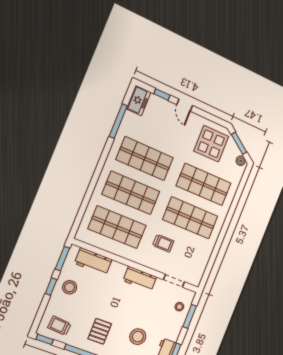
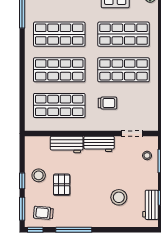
window: (62, 259) -> (22, 209), moved
workbench: (93, 261) -> (67, 144), moved
pallet: (100, 331) -> (62, 185), moved

